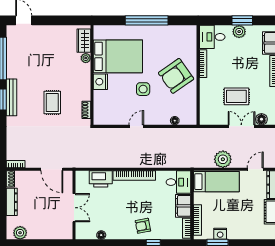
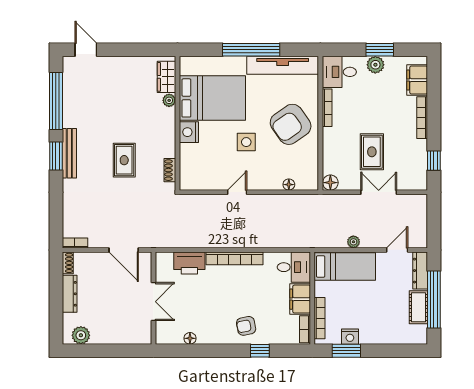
tv unit: (170, 32) -> (283, 65), added
rug: (236, 96) -> (372, 152), turned 90
floor lamp: (261, 119) -> (330, 183), moved
plant: (223, 159) -> (353, 242), width x0.53, depth x0.53

